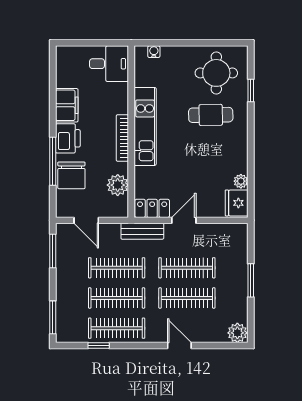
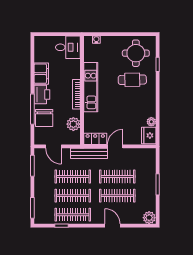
bench: (142, 231) -> (89, 153), width x1.36

